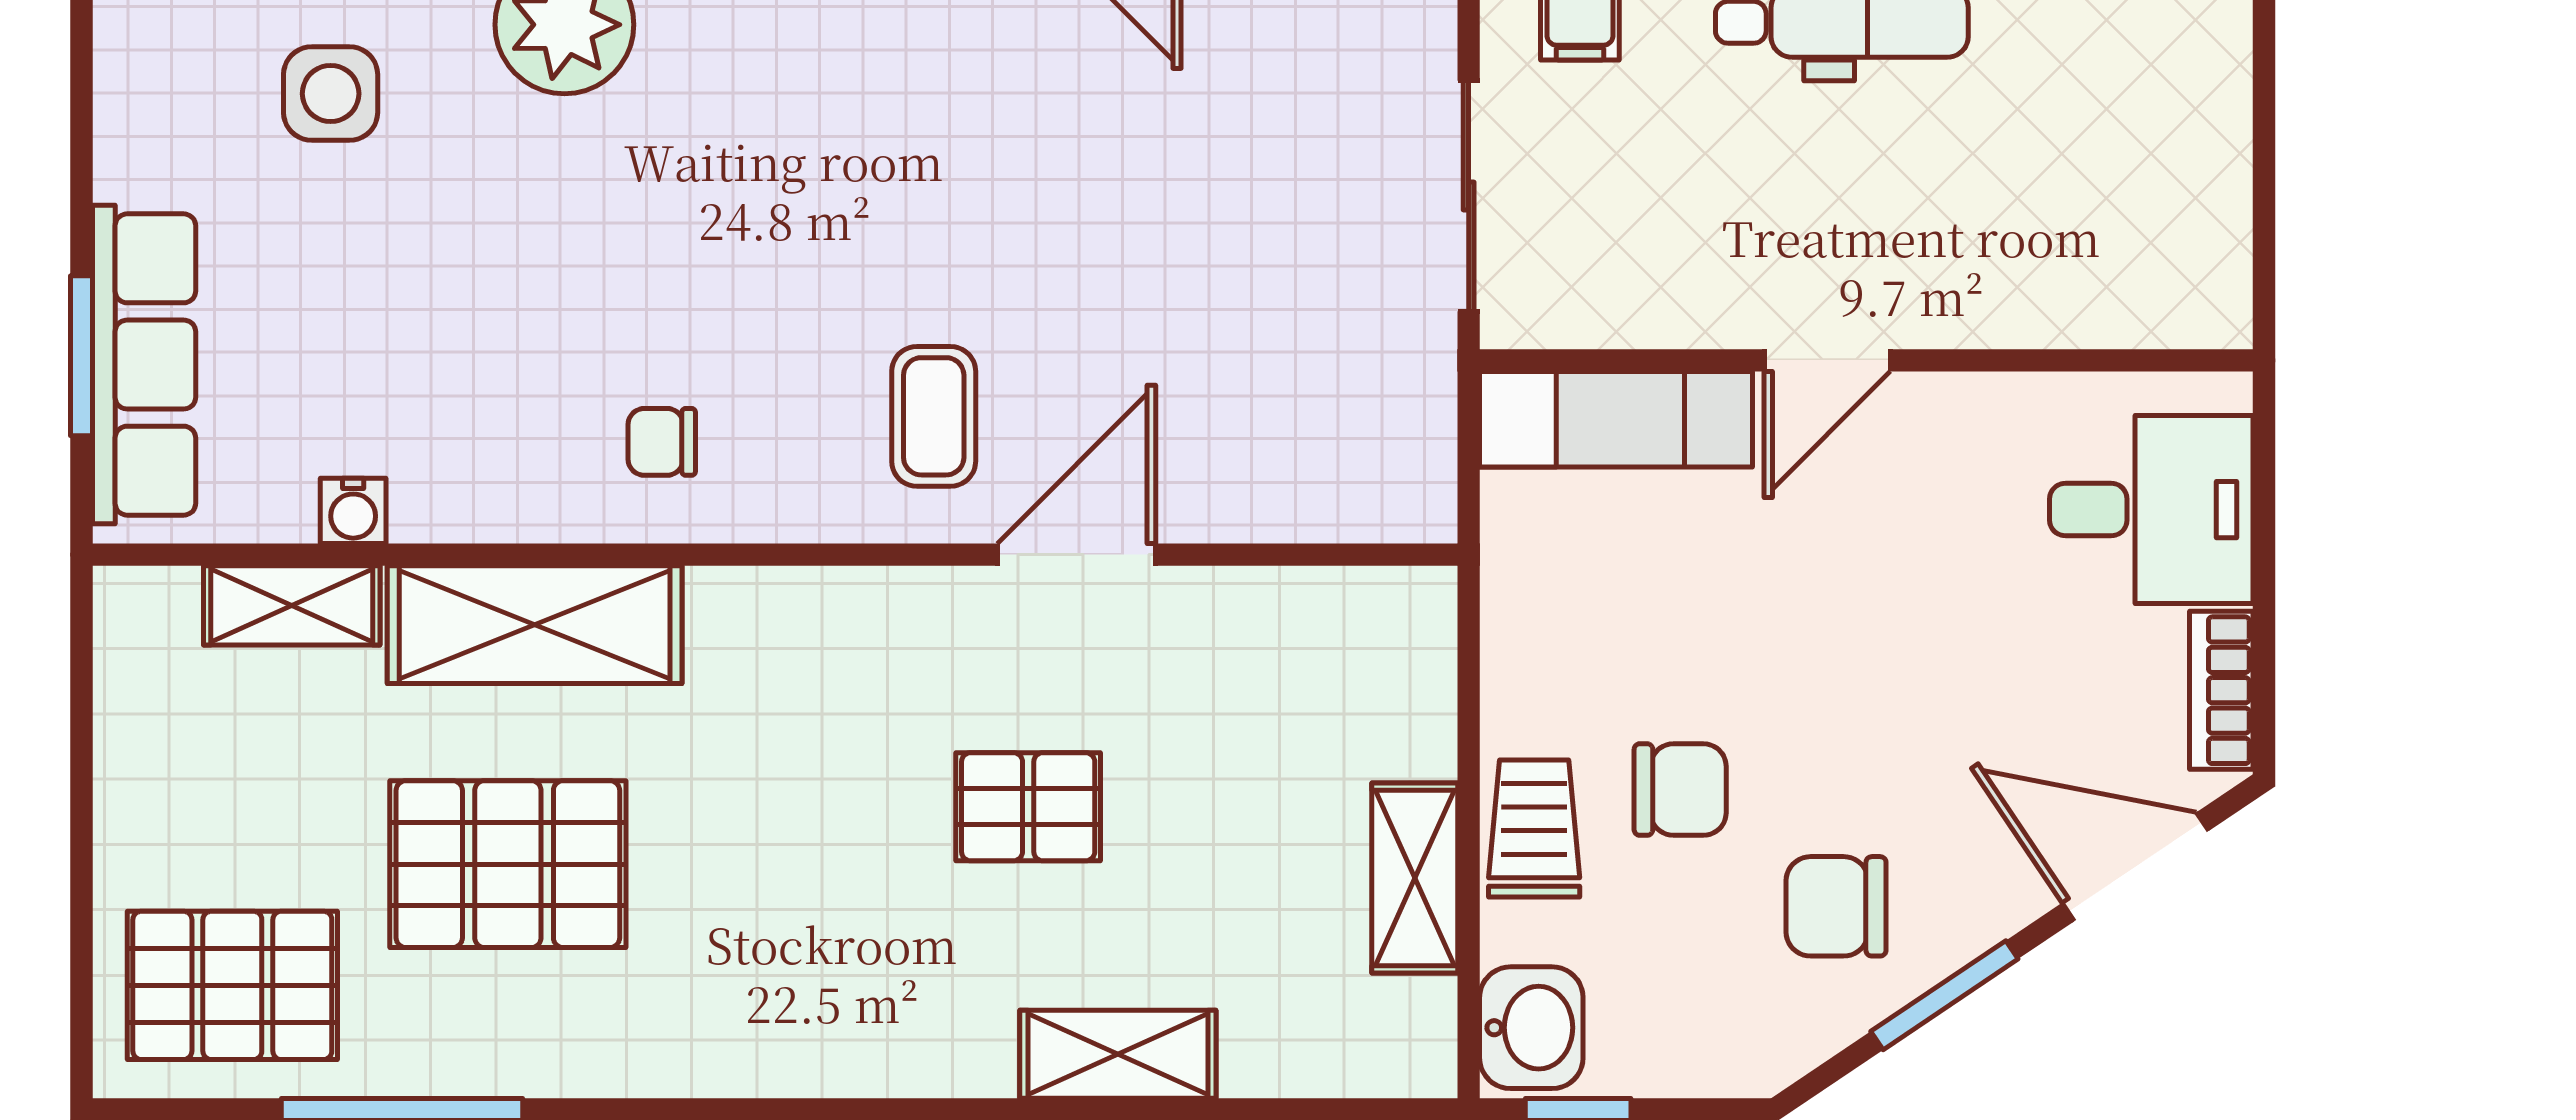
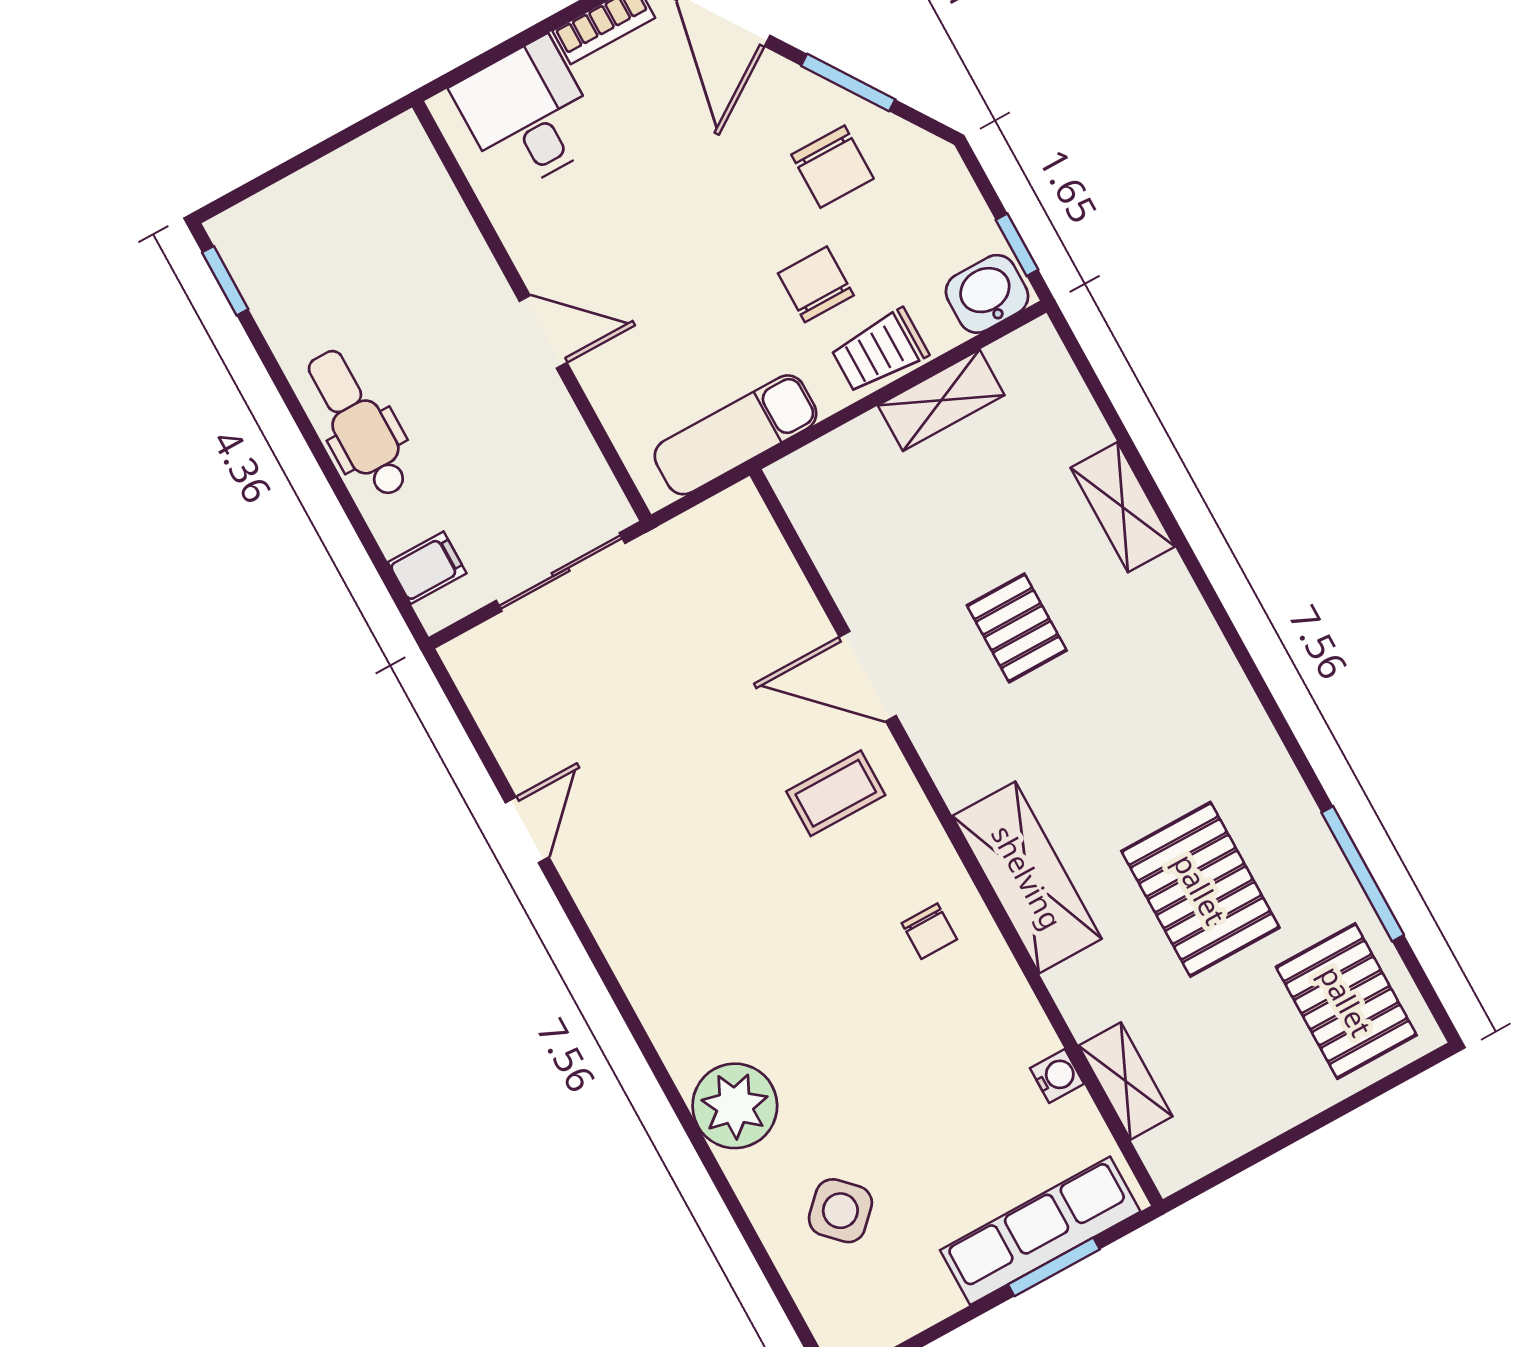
side table: (331, 94) -> (840, 1211), turned 45
exam couch: (1616, 419) -> (735, 435), moved, turned -90
shelving: (535, 625) -> (1027, 877), moved

